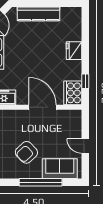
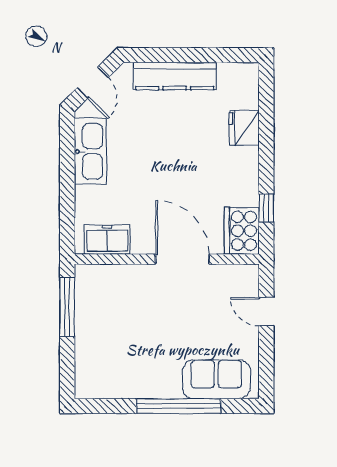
fridge: (74, 51) -> (244, 128), moved
door: (85, 146) -> (266, 312), moved
armchair: (26, 152) -> (151, 347), removed

